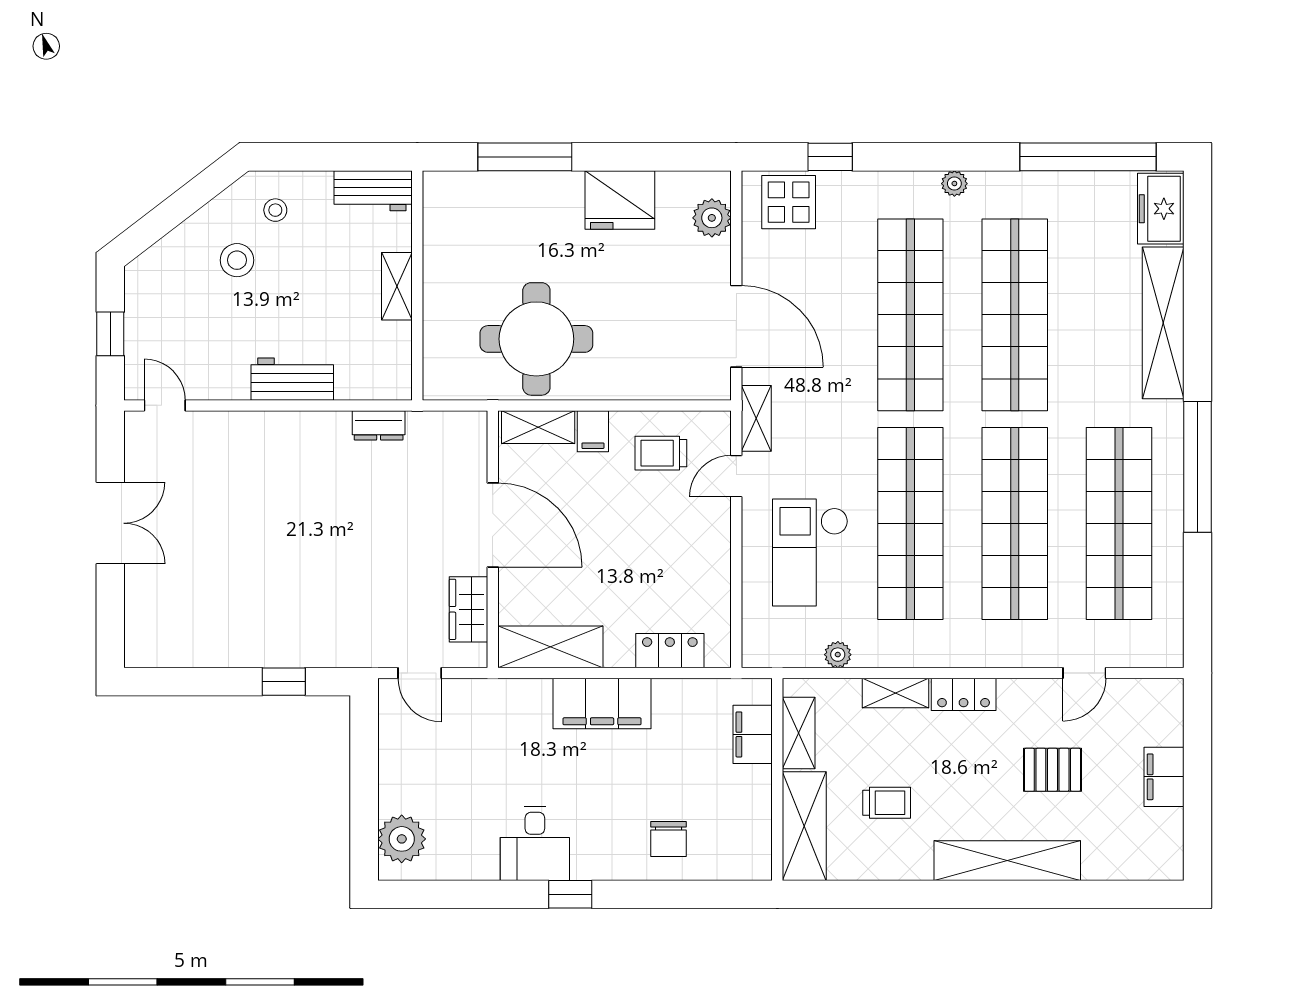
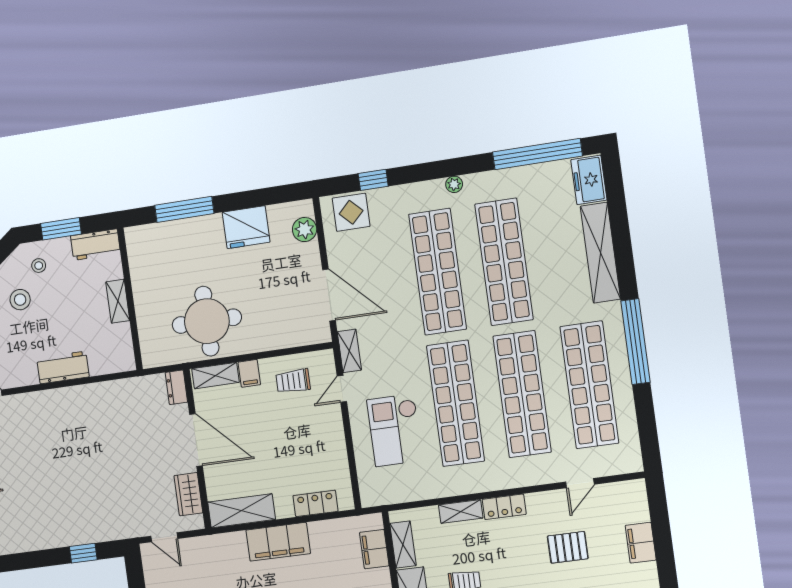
window: (320, 157) -> (61, 229), added
dresser: (379, 425) -> (176, 387), moved, turned 90
plant: (838, 655) -> (421, 492), removed

